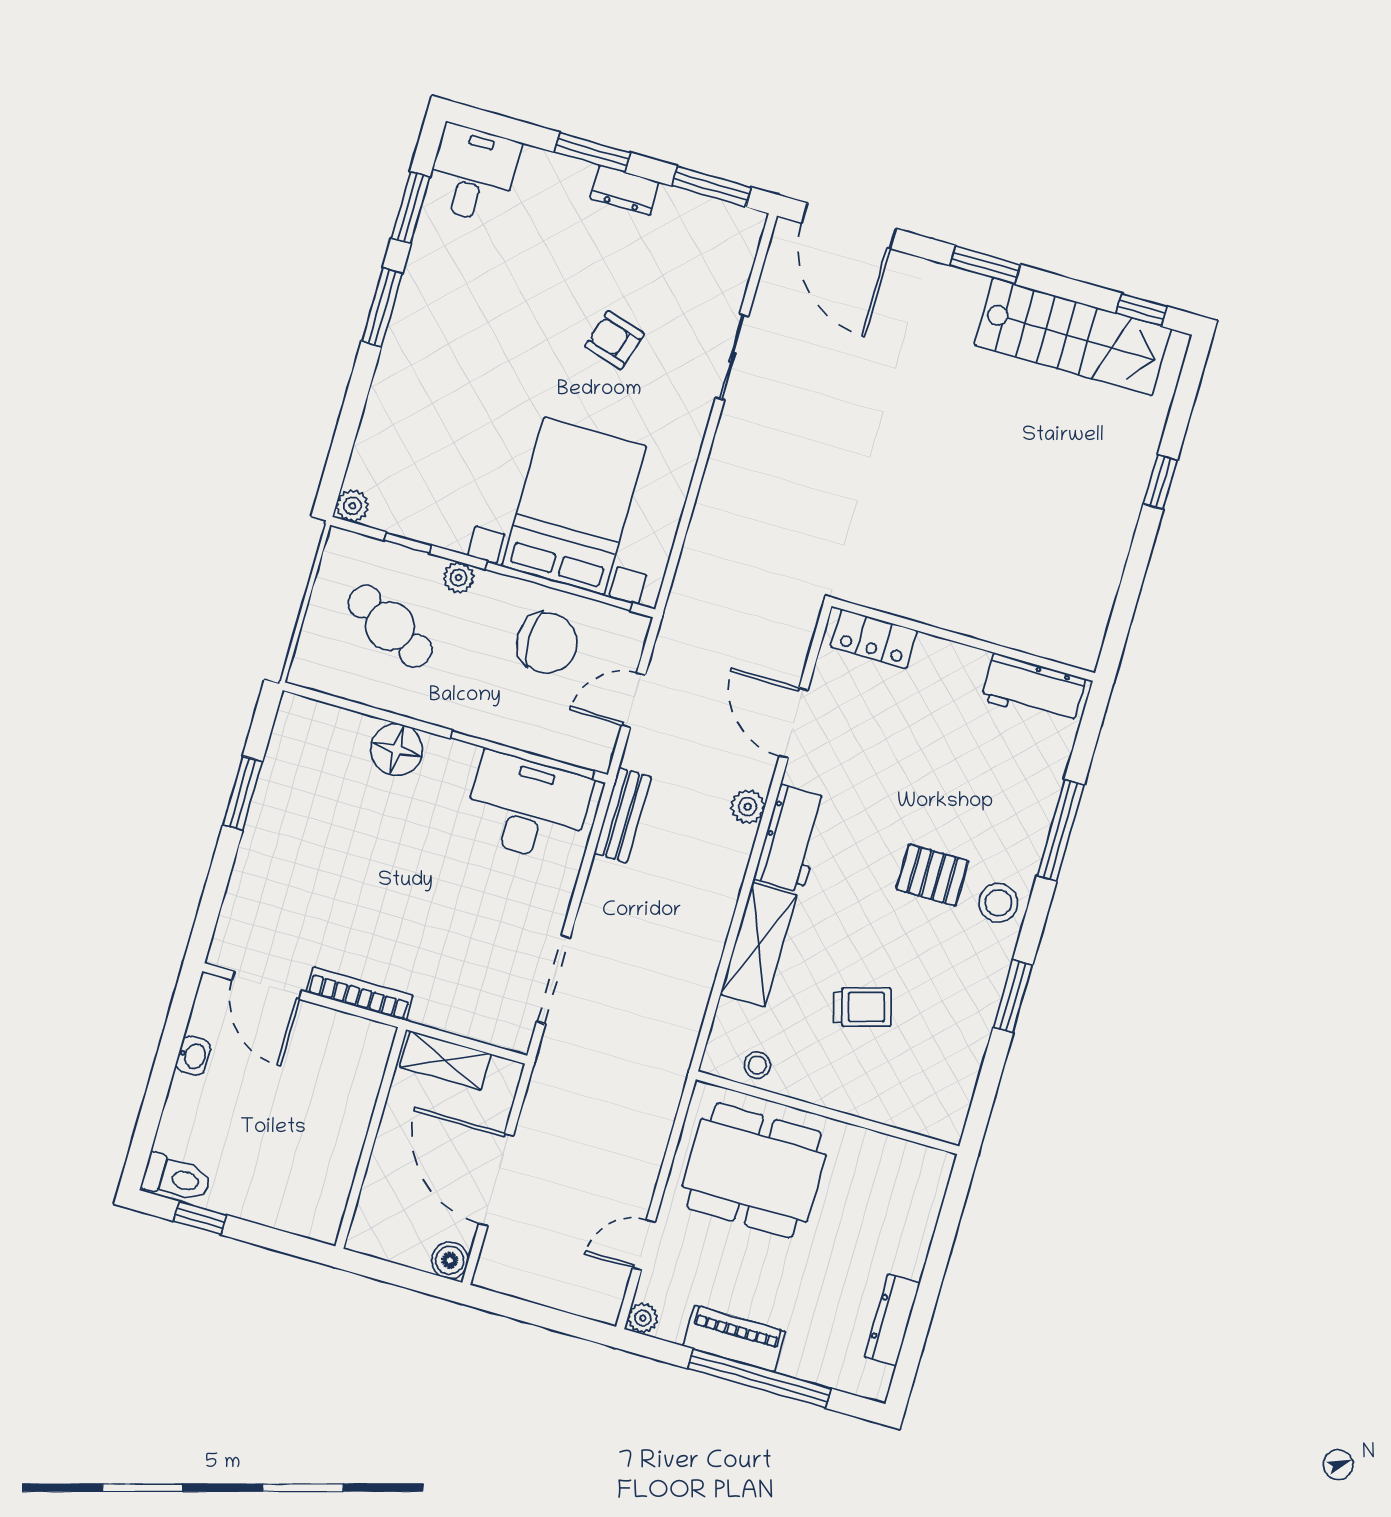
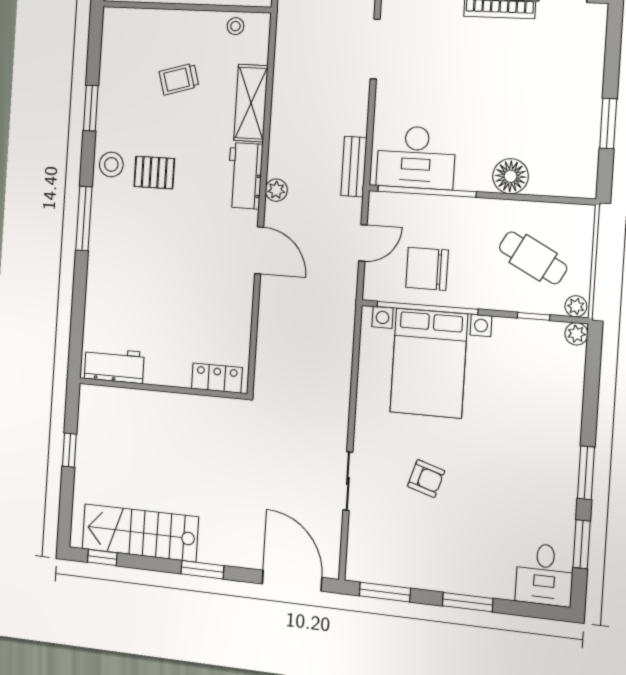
dresser: (625, 190) -> (441, 580), removed
plant: (459, 578) -> (576, 306), moved
locker: (874, 639) -> (217, 378), moved
wall: (963, 640) -> (162, 388), moved
workbench: (1033, 689) -> (114, 365), moved

